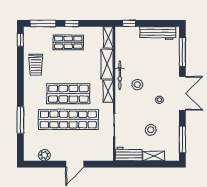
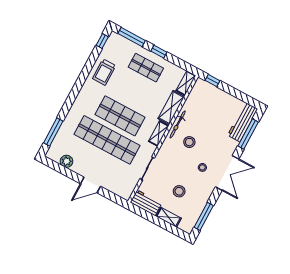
workbench: (158, 33) -> (243, 122), moved, turned 90
window: (20, 120) -> (53, 132), moved

